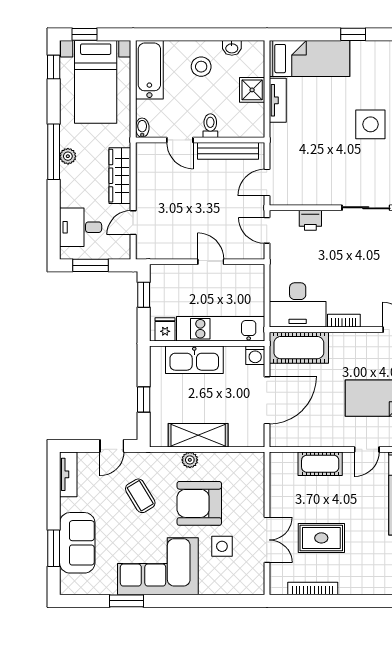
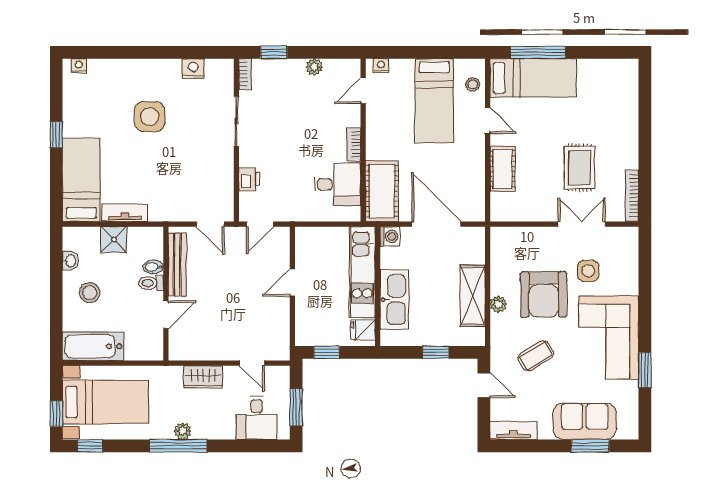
bidet: (142, 128) -> (153, 267), moved
wardrobe: (120, 176) -> (203, 377), width x0.67
desk: (298, 305) -> (337, 184), width x0.73
bookcase: (313, 588) -> (632, 196), moved

